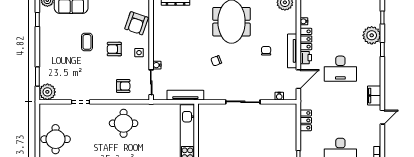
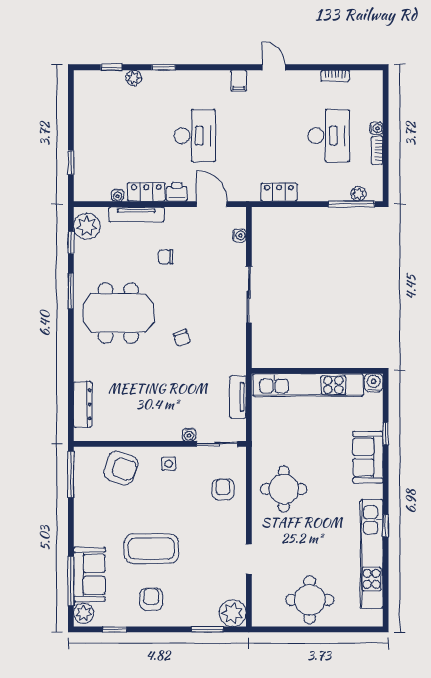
plant: (372, 35) -> (134, 78), width x0.53, depth x0.53
coffee table: (87, 42) -> (151, 549), width x1.86, depth x1.72
armchair: (114, 49) -> (151, 599), moved, turned 180
tv unit: (292, 51) -> (136, 214), moved
tv unit: (185, 95) -> (238, 397), width x0.71
filing cabinet: (374, 96) -> (239, 81), width x0.50

